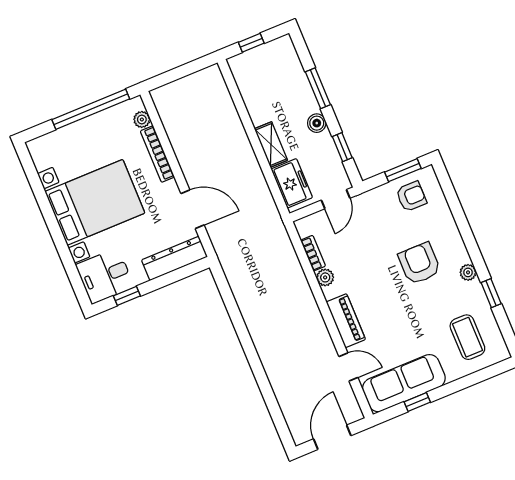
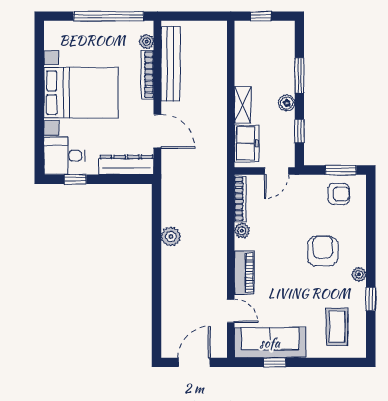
bench: (177, 132) -> (170, 64), added
bookcase: (313, 253) -> (240, 199), width x1.56
plant: (253, 315) -> (171, 237), added

